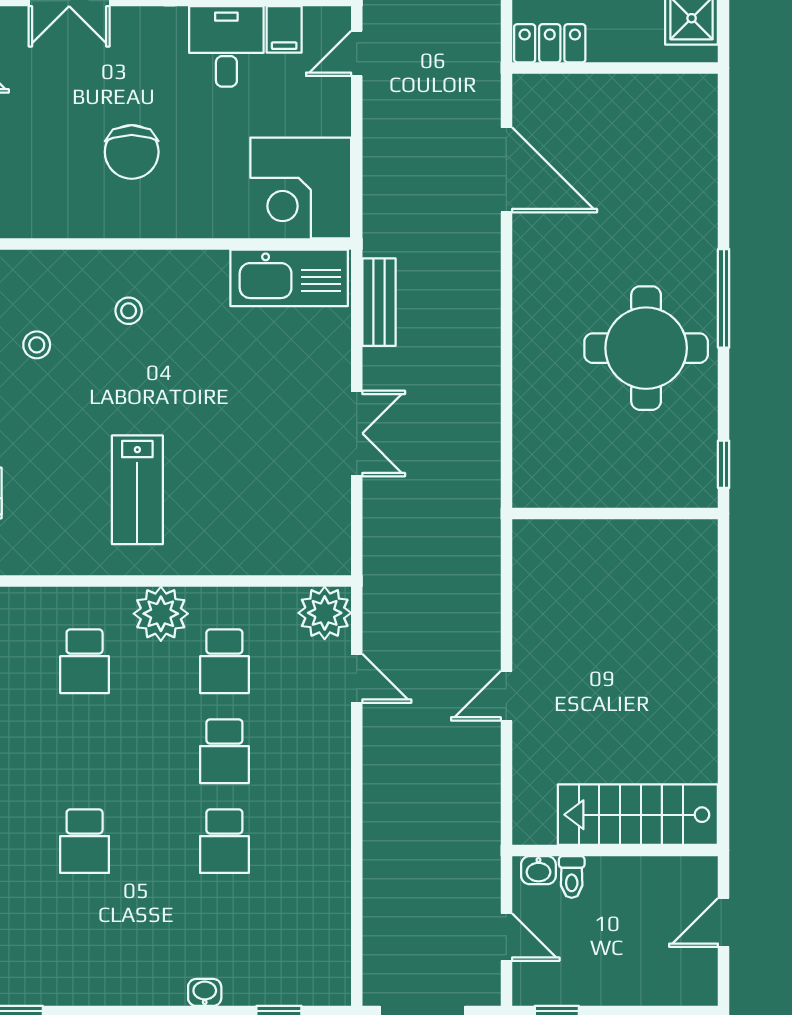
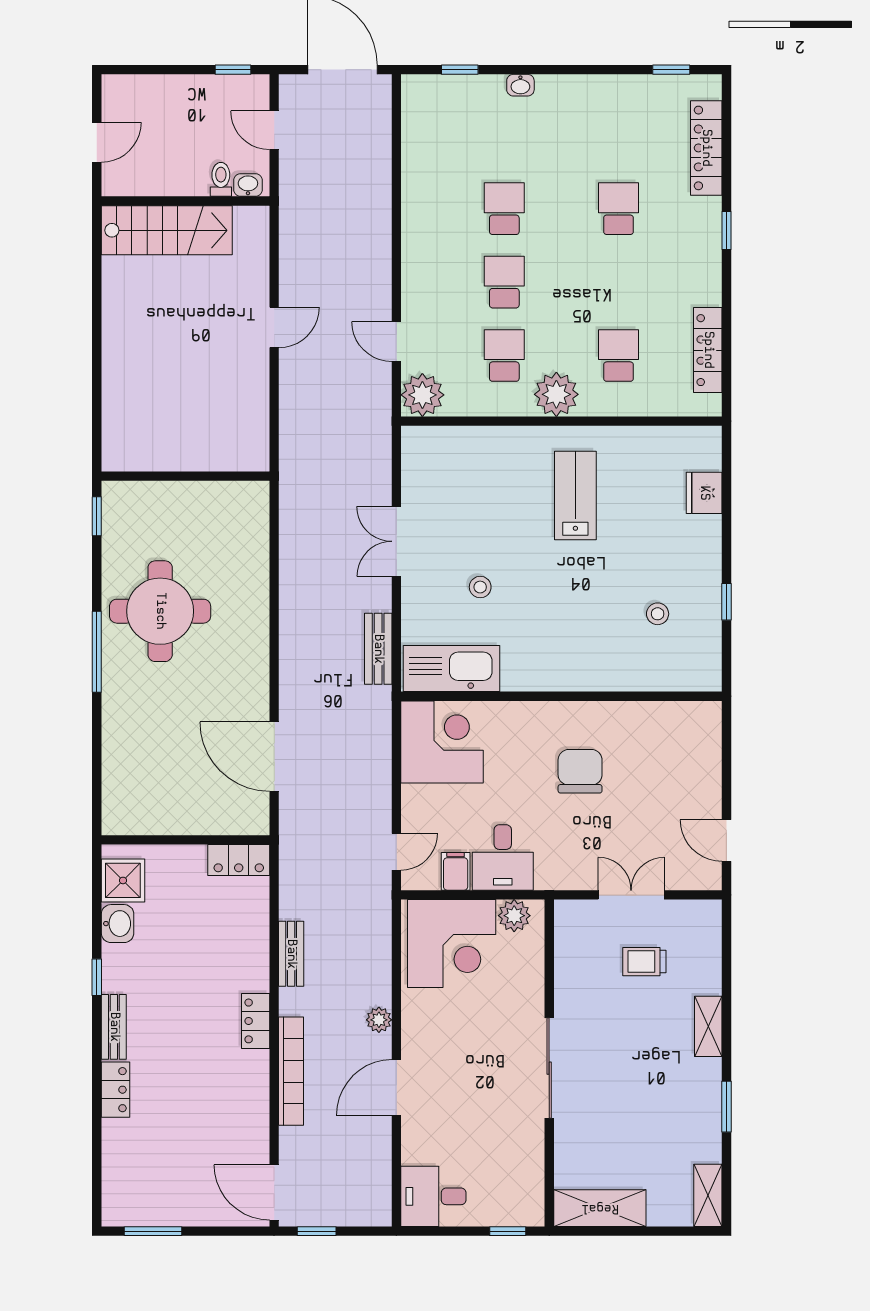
stool: (129, 311) -> (480, 587), moved

